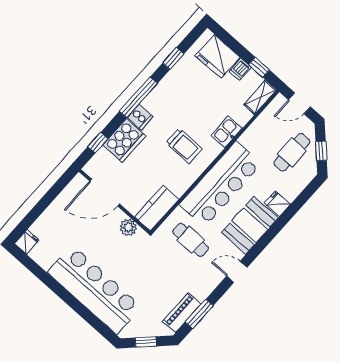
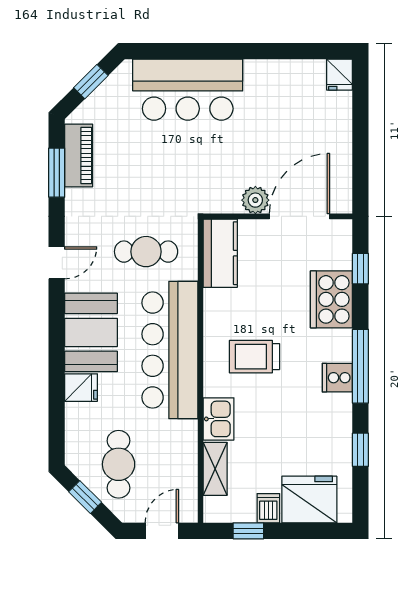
shelving: (260, 97) -> (215, 469), moved
cooker: (140, 117) -> (337, 378), moved
plant: (128, 227) -> (255, 200), moved
bar counter: (95, 290) -> (188, 90), width x0.73

